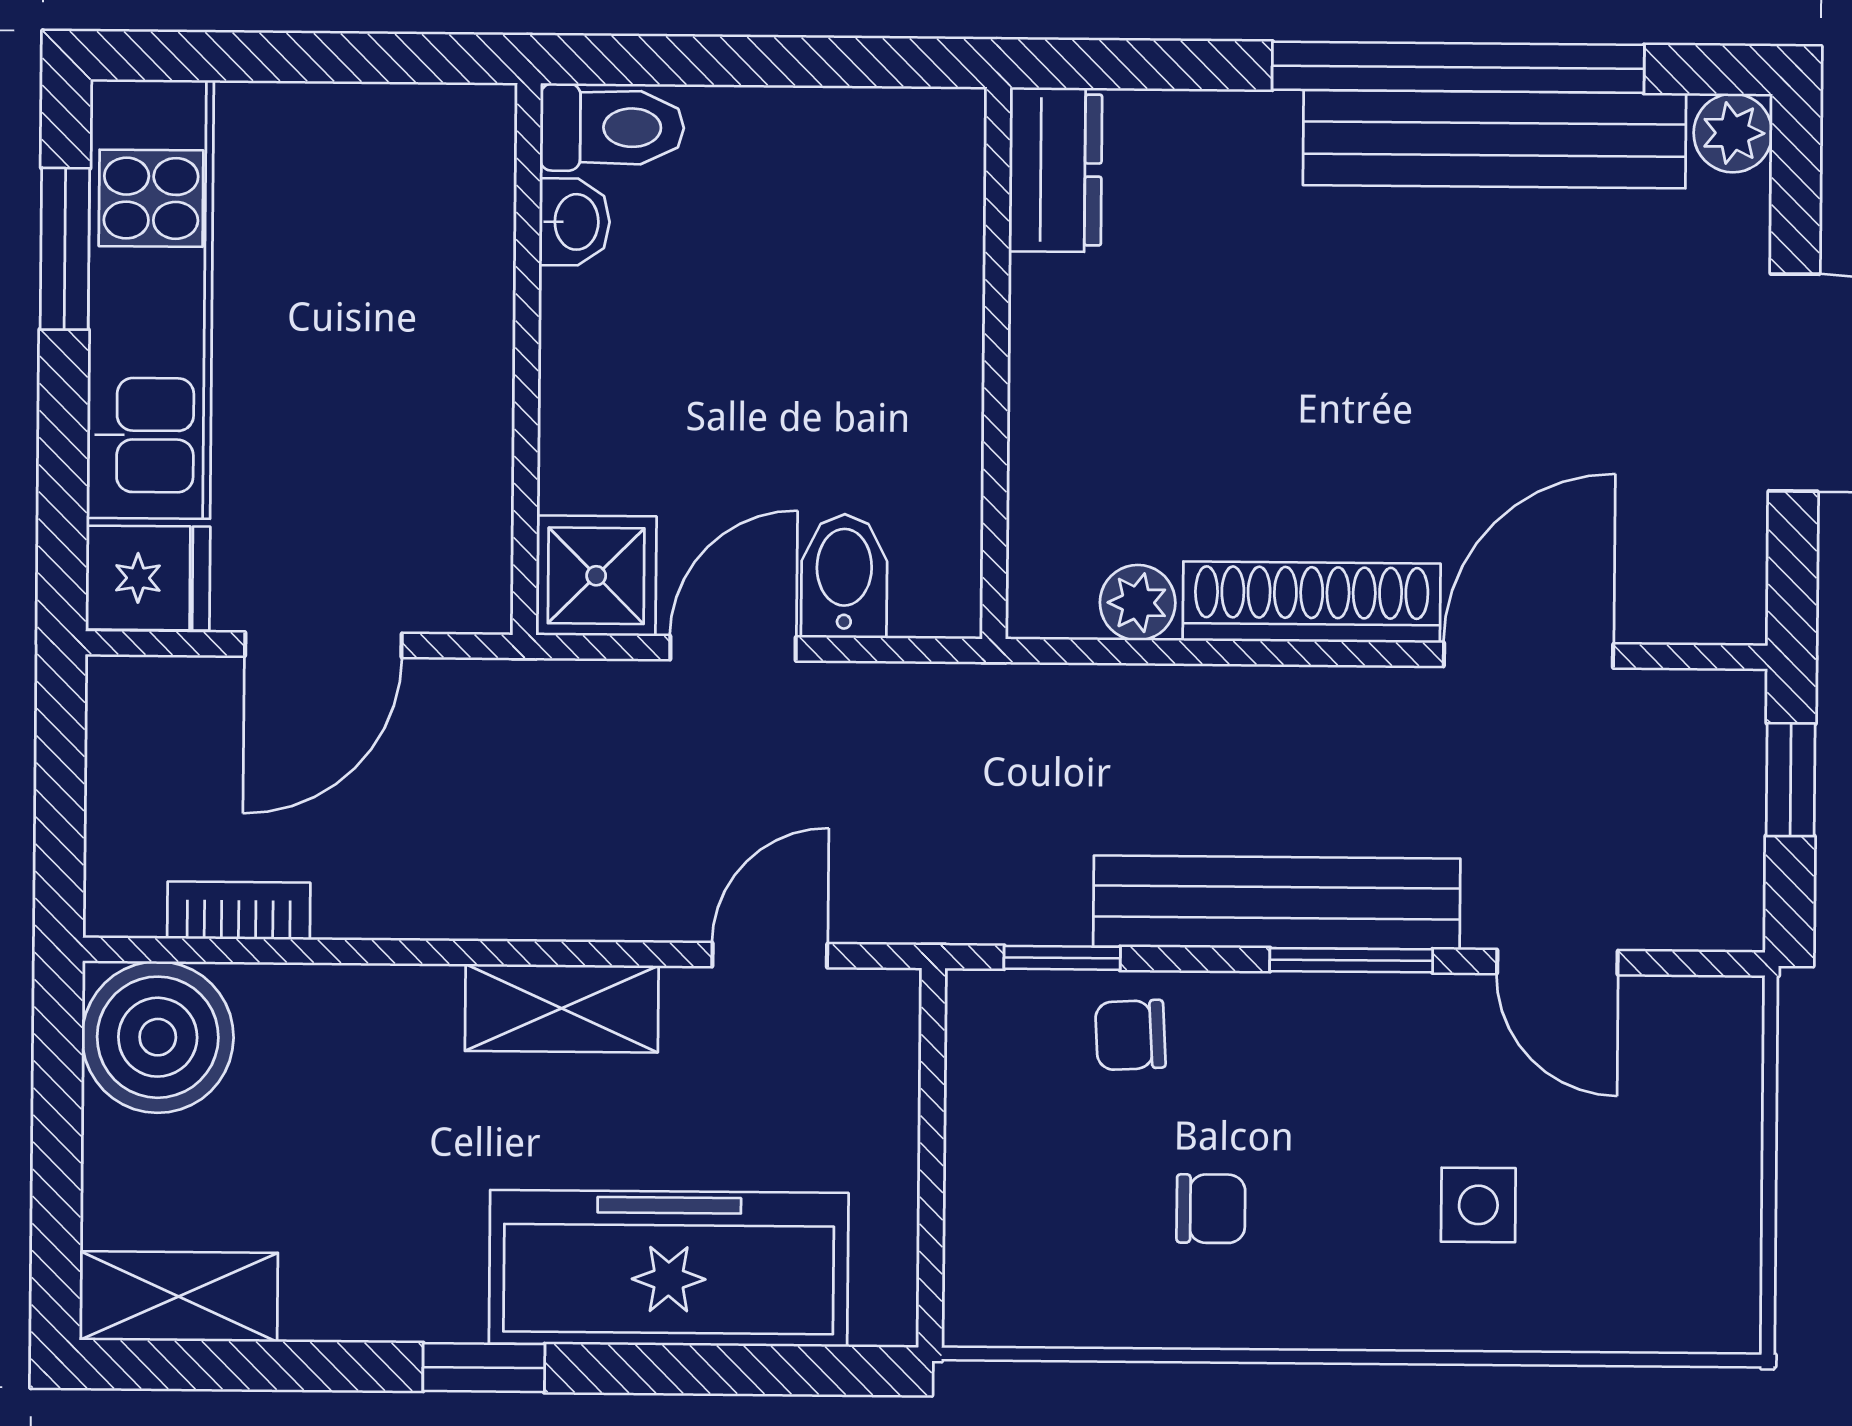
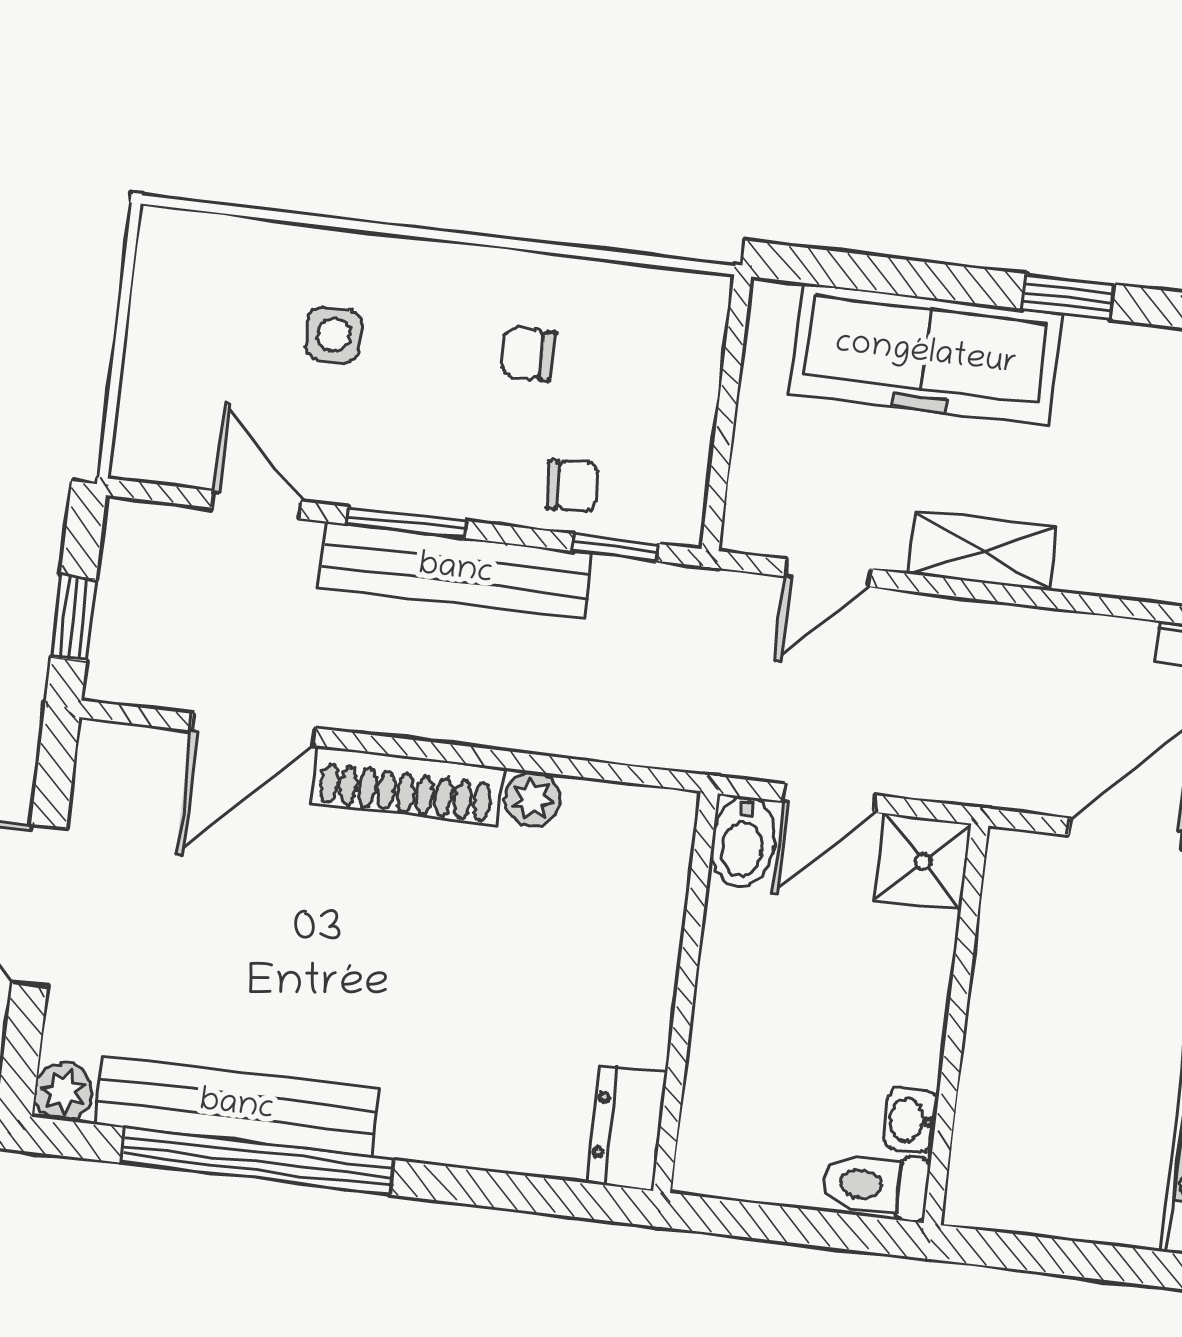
dresser: (1055, 170) -> (627, 1128), moved
wall: (996, 363) -> (685, 992), moved

